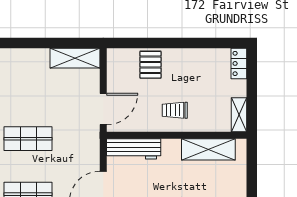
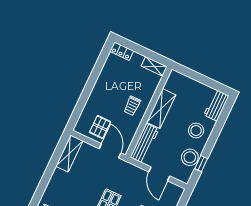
pallet: (150, 65) -> (100, 127), moved, turned 90
shelving: (208, 149) -> (161, 109), moved

